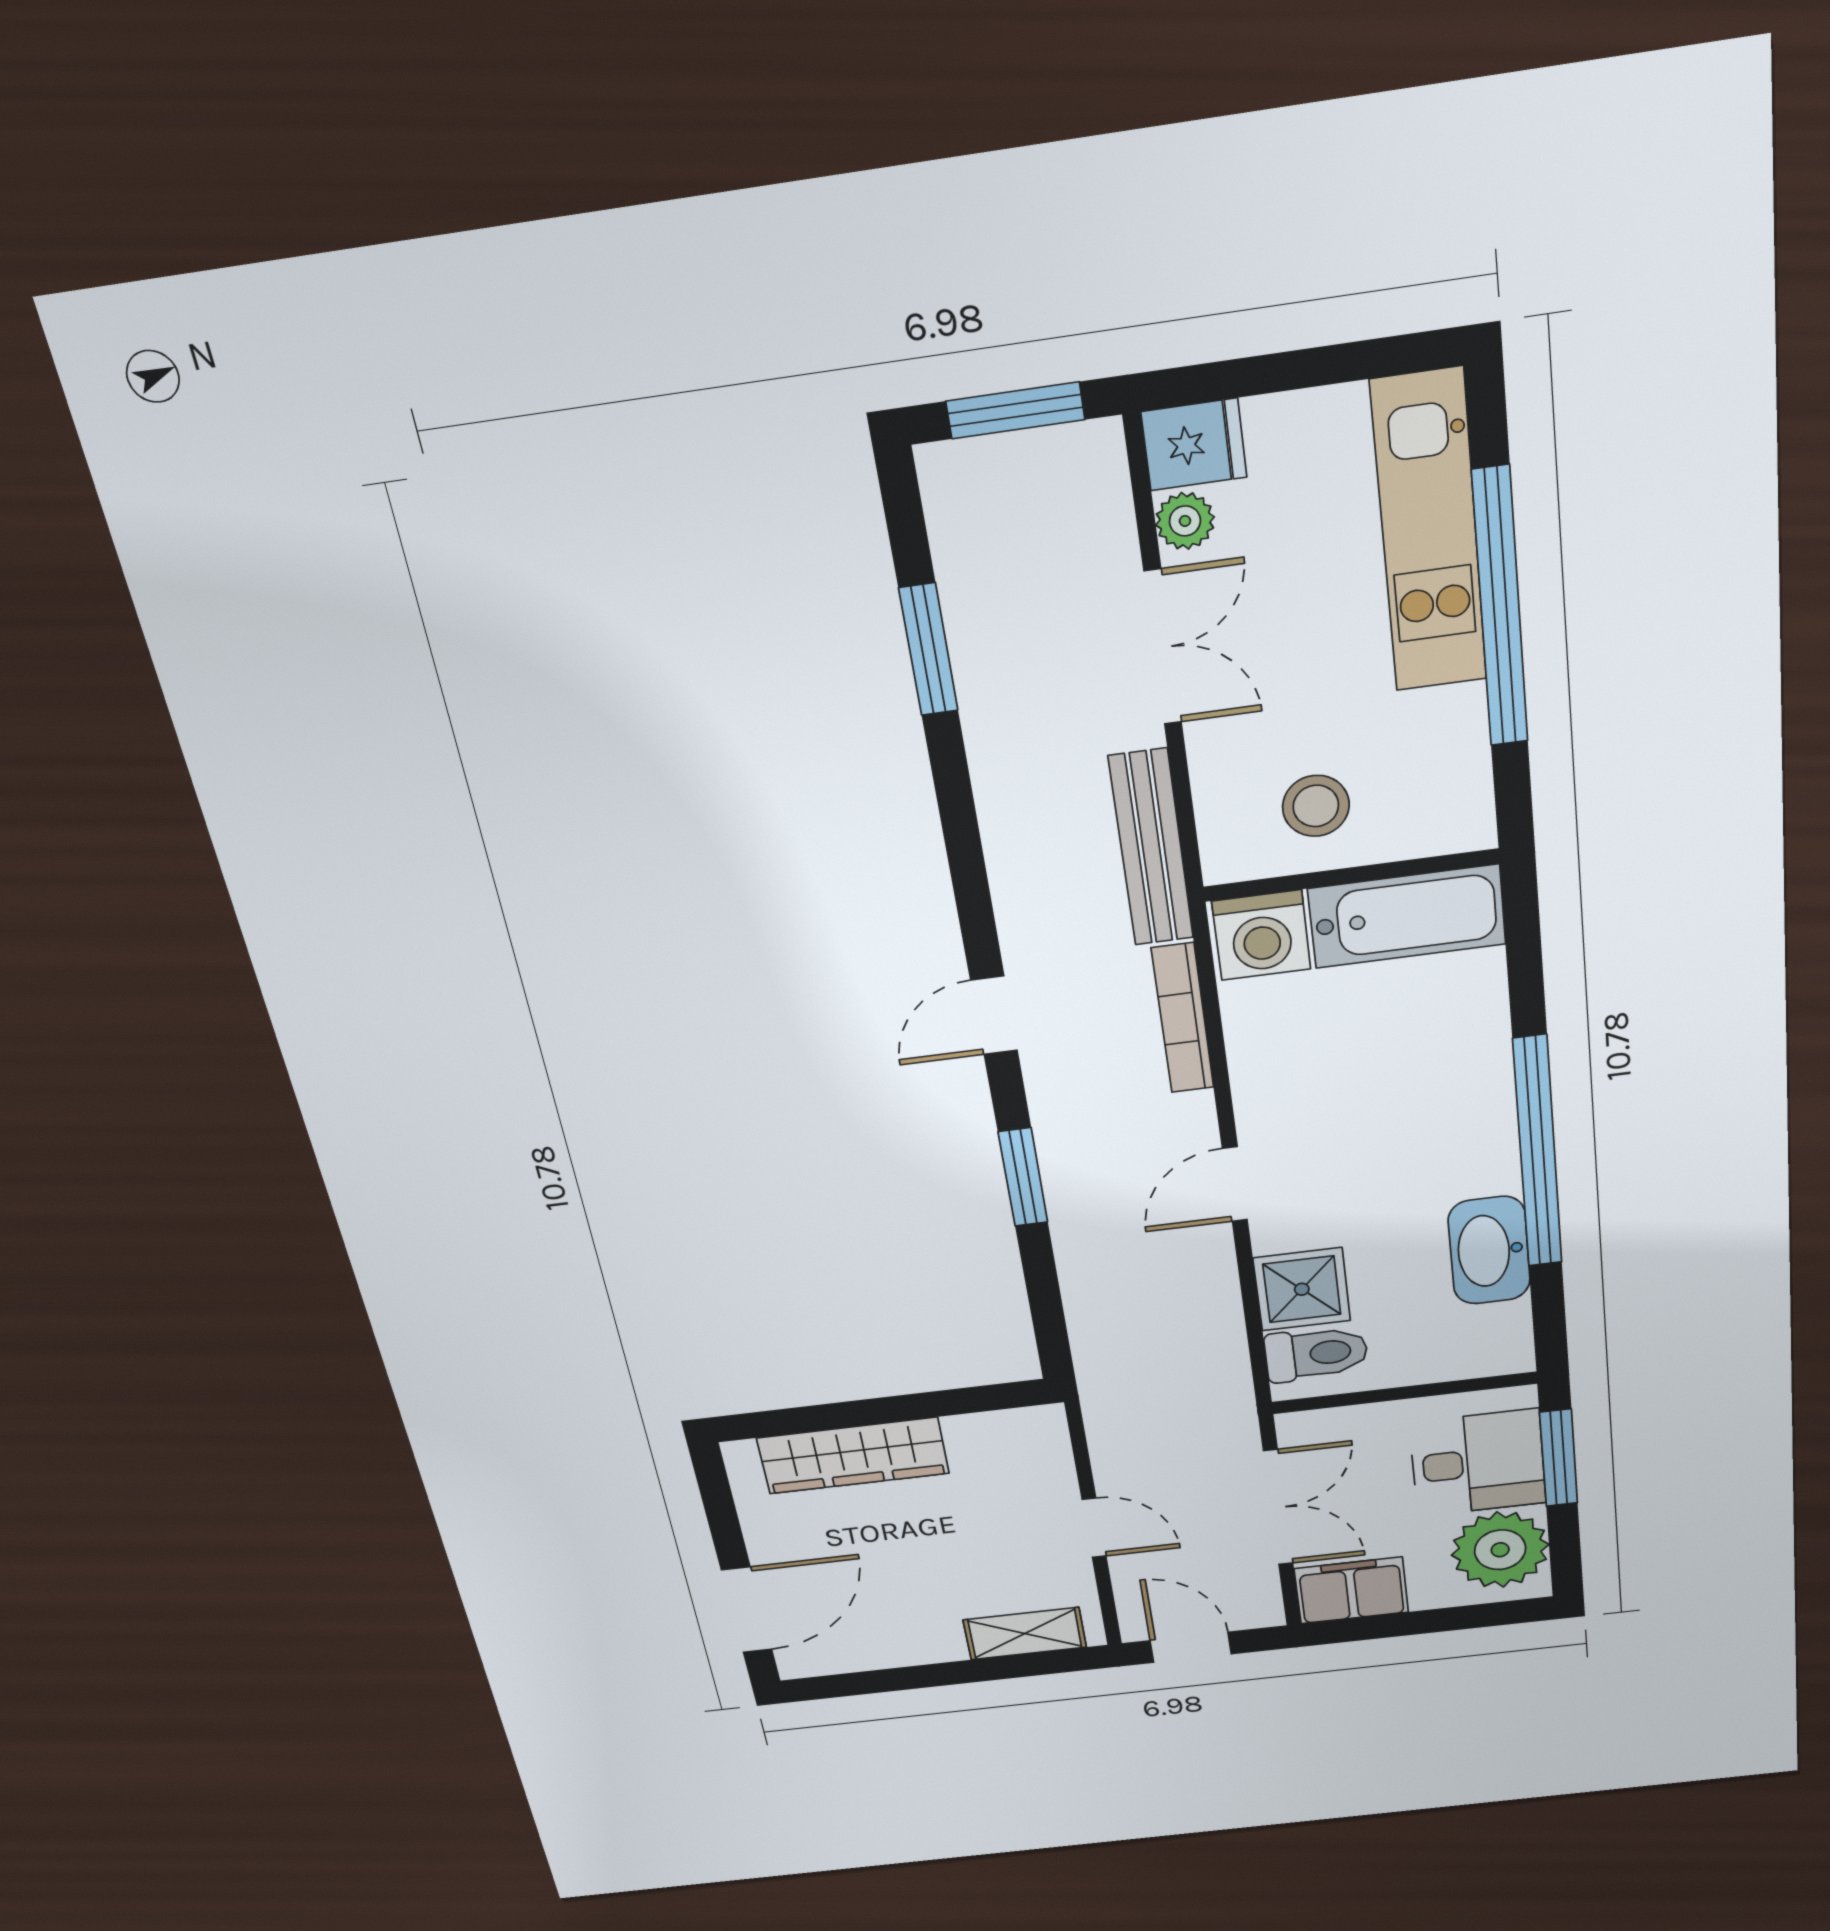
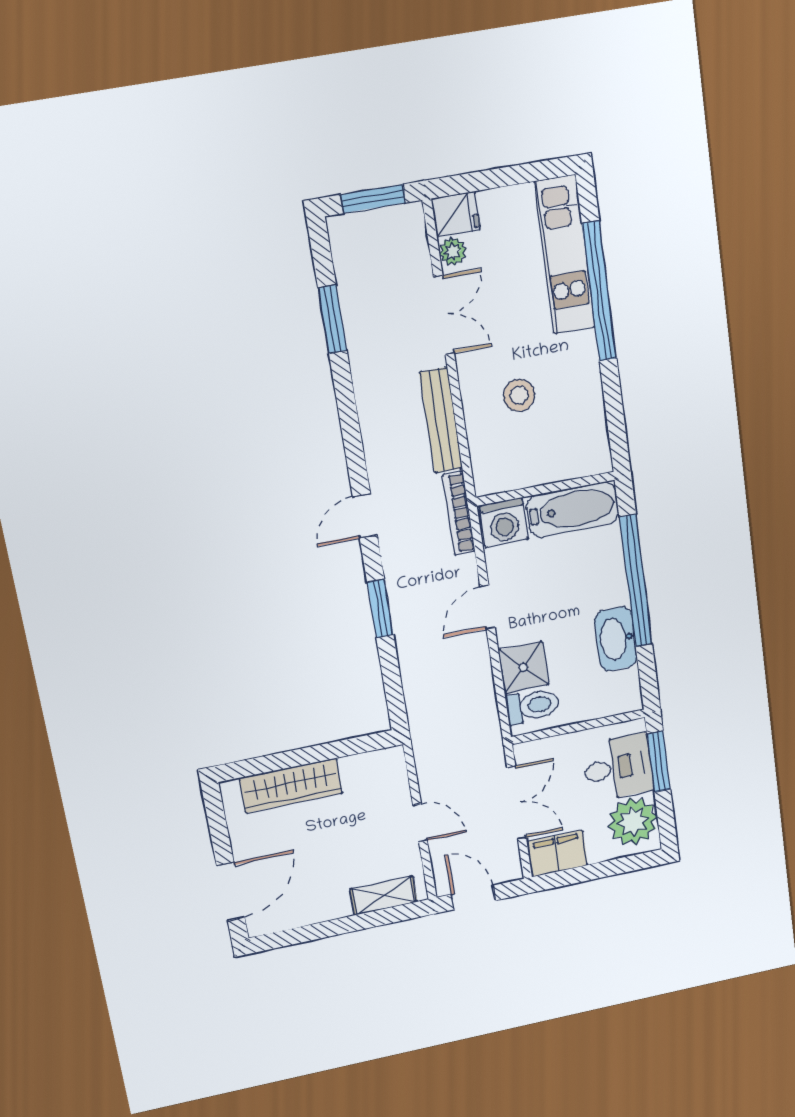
wall: (1351, 875) -> (545, 489), moved
bathtub: (1407, 916) -> (573, 509), moved
washing machine: (1261, 935) -> (504, 523), moved

